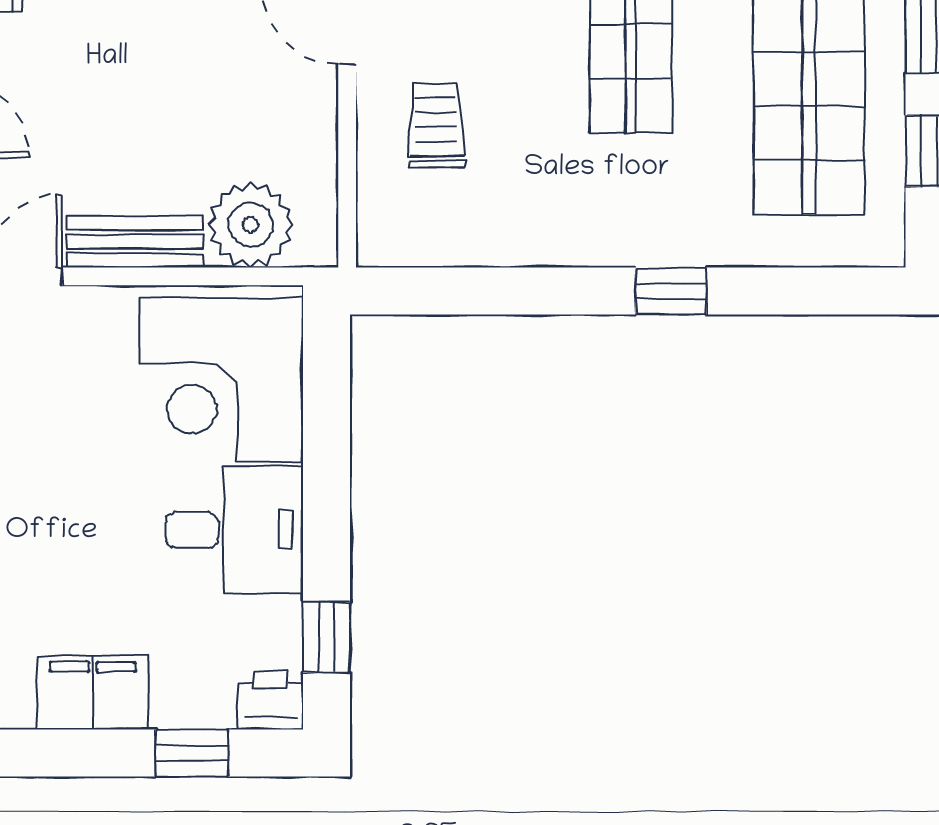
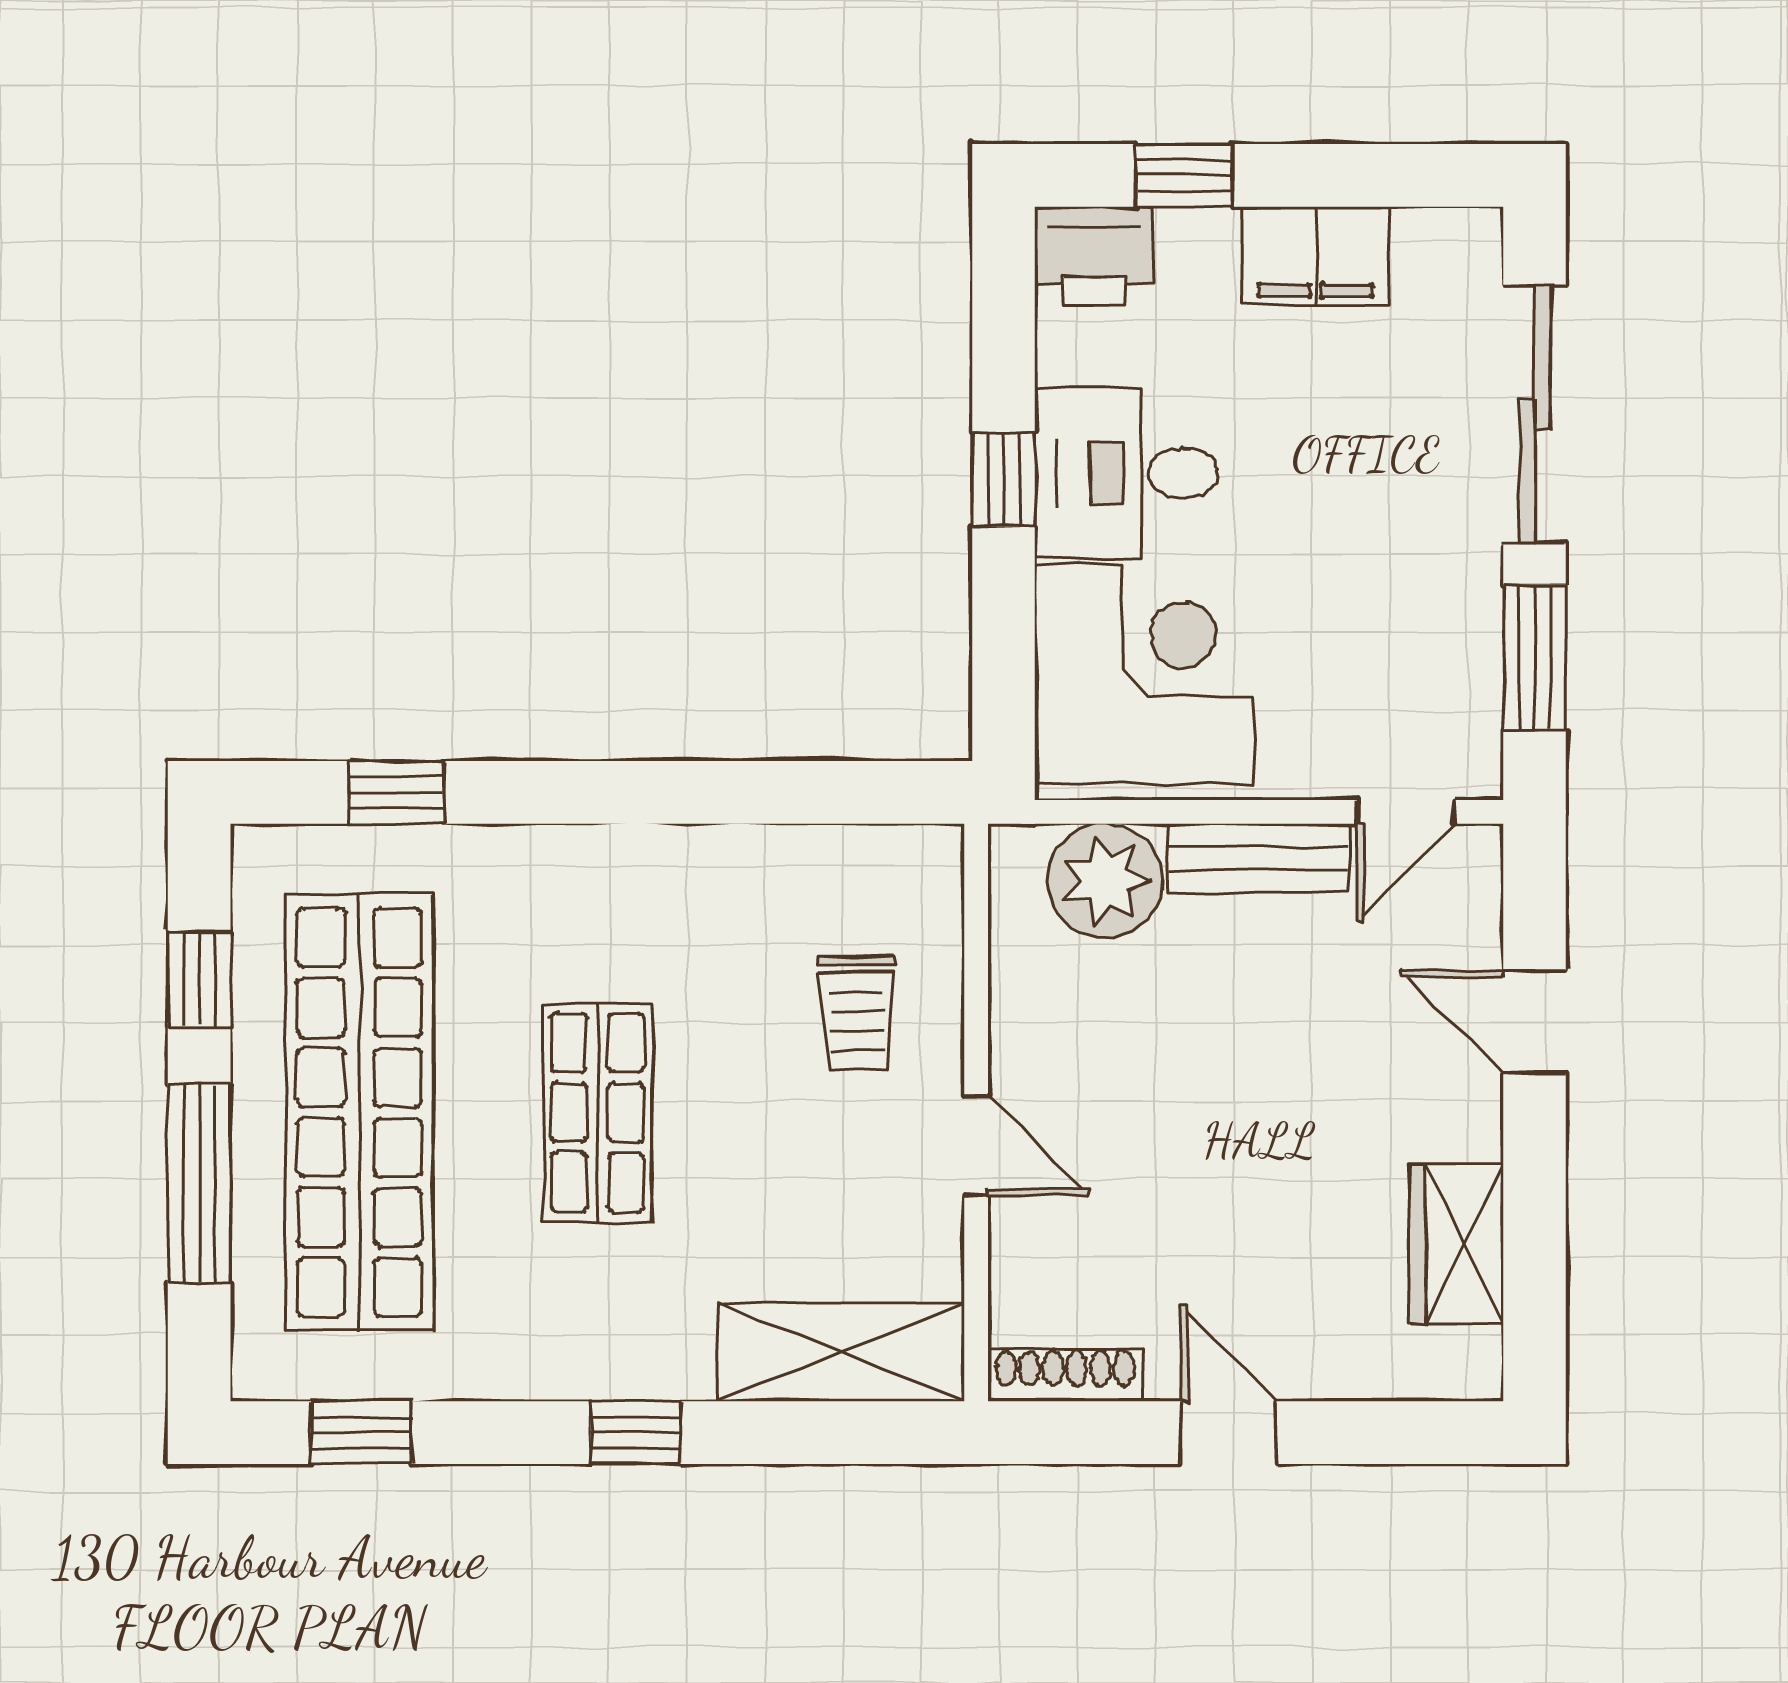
window: (671, 291) -> (396, 792), moved
window: (327, 637) -> (1004, 479), moved
printer: (271, 700) -> (1094, 256), width x1.36, depth x1.24

